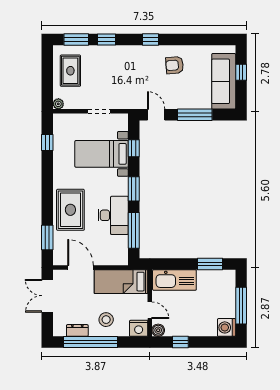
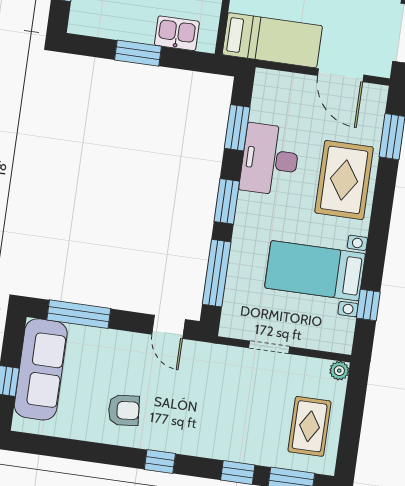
window: (195, 115) -> (79, 314), moved
window: (134, 148) -> (217, 273), width x2.17
bed with nightstands: (102, 154) -> (315, 271), moved, turned 180
window: (134, 230) -> (237, 128), width x0.69
window: (210, 264) -> (138, 53), moved
kitchen sink: (174, 280) -> (177, 33), width x0.53, depth x0.81

